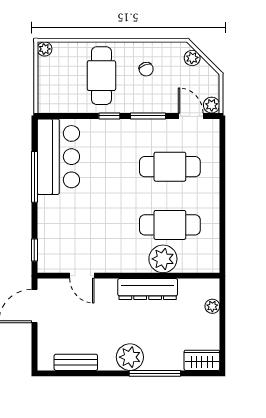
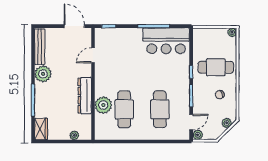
plant: (130, 357) -> (43, 74), moved
bench: (76, 362) -> (40, 47), width x1.36

